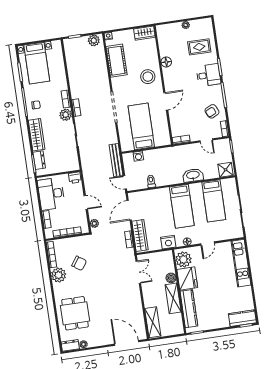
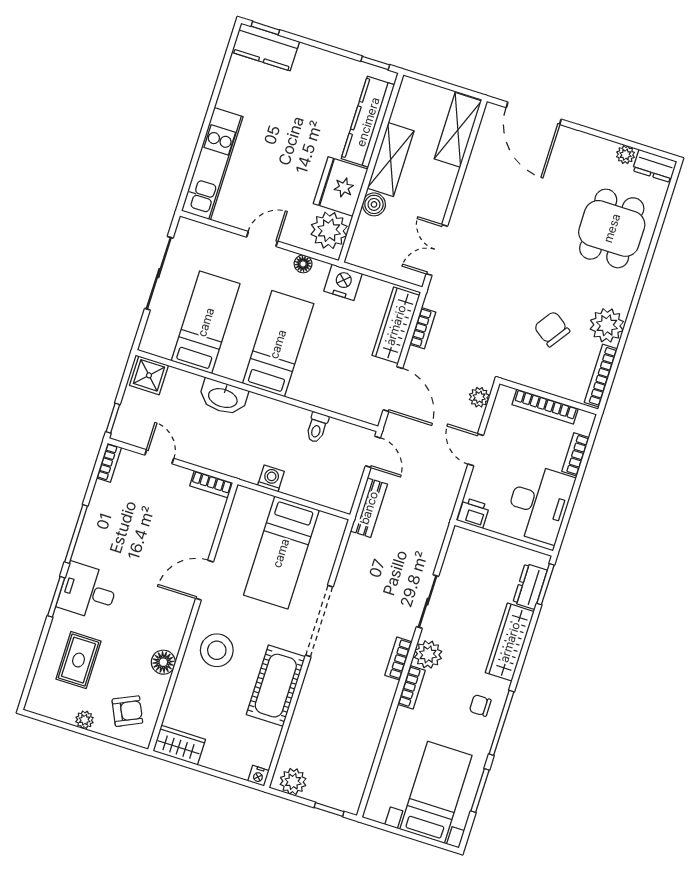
rug: (199, 47) -> (78, 660), turned 90
cot: (116, 61) -> (276, 686), moved
armchair: (212, 111) -> (127, 711), moved
washing machine: (138, 156) -> (271, 478), moved
bench: (116, 160) -> (369, 508), width x0.73
door: (129, 210) -> (393, 389), hinge flipped

